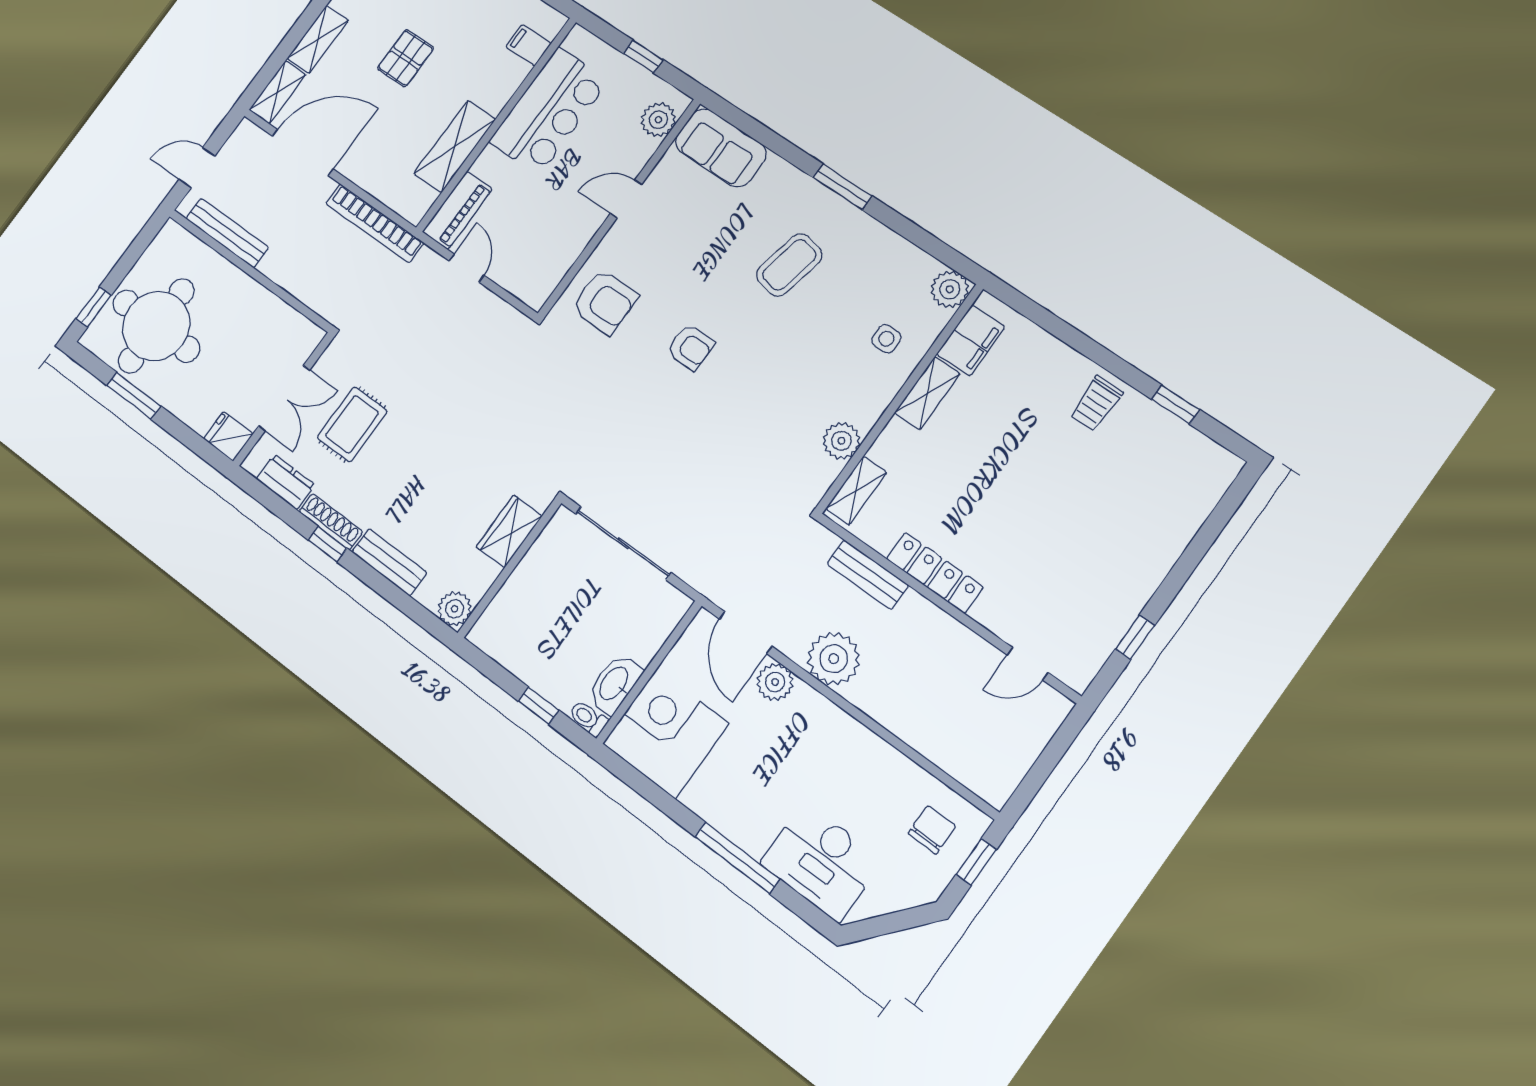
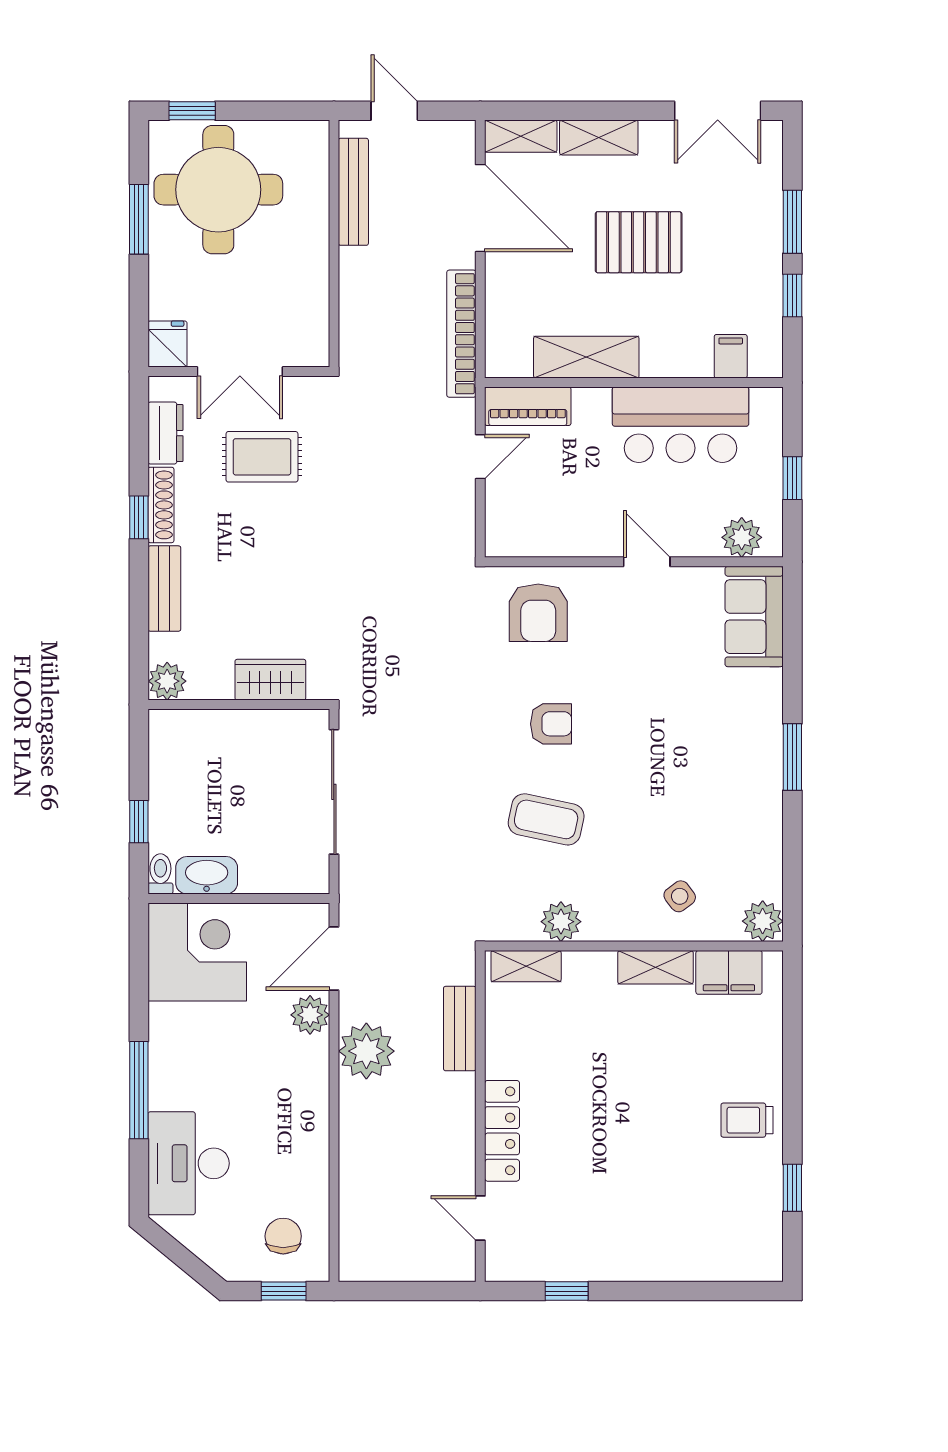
pallet: (406, 58) -> (639, 242), width x1.50, depth x1.42
coffee table: (789, 265) -> (546, 819), moved
side table: (886, 339) -> (680, 896), turned -37
armchair: (690, 347) -> (551, 724), turned -90
locker: (935, 573) -> (502, 1131), moved
chair: (932, 830) -> (283, 1236), turned -90

